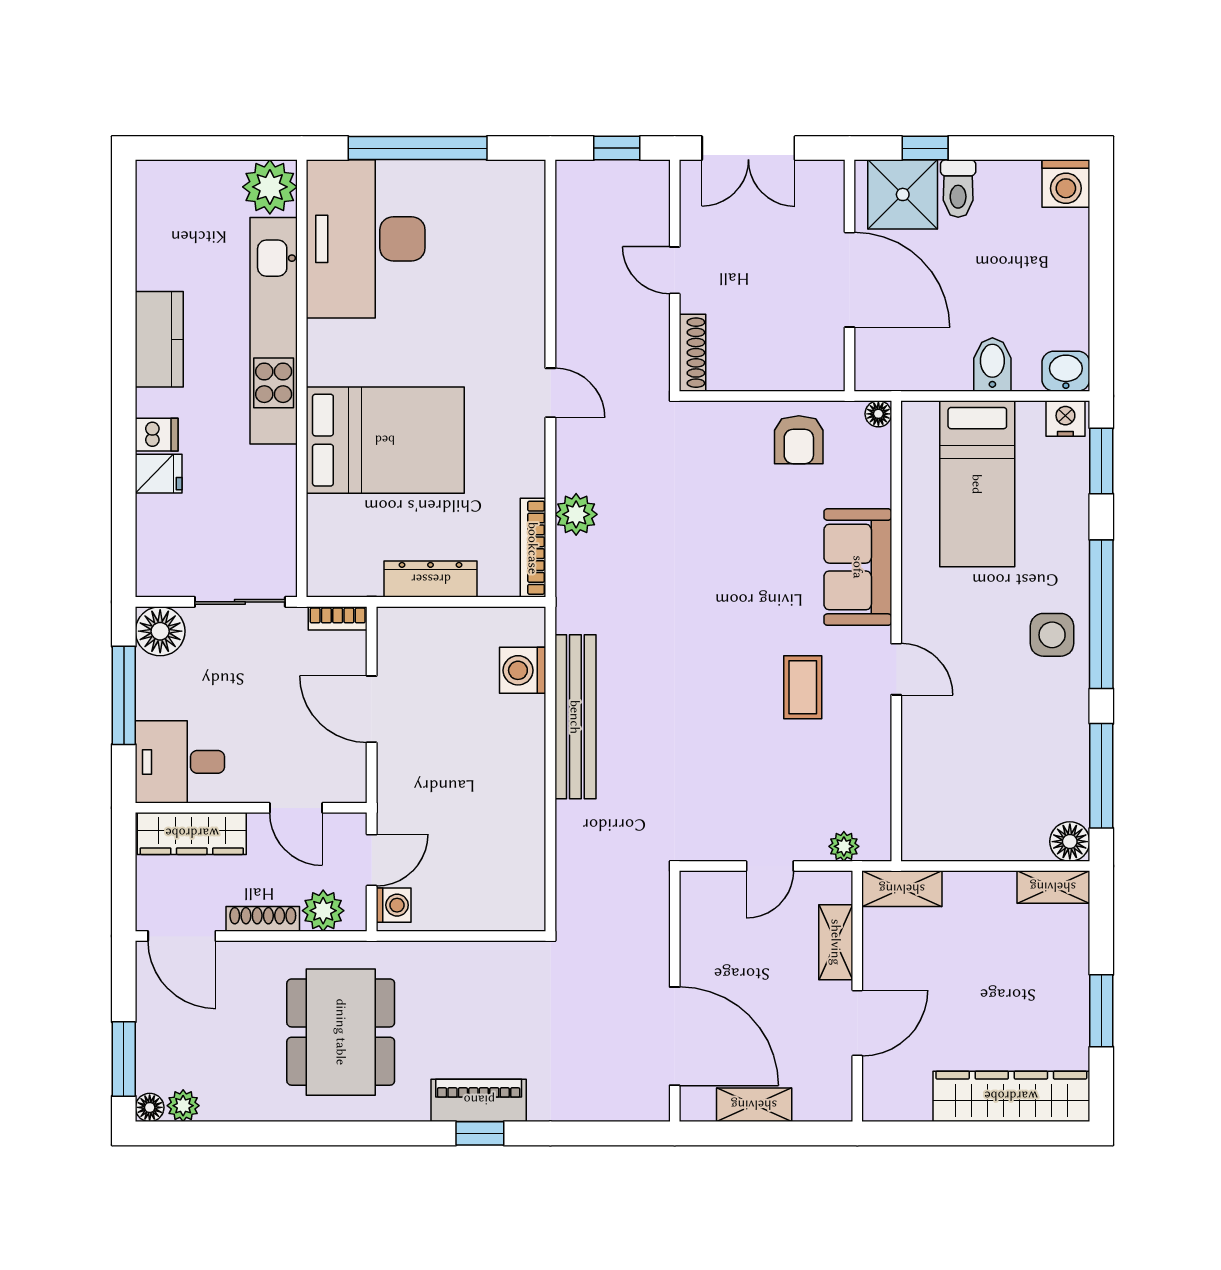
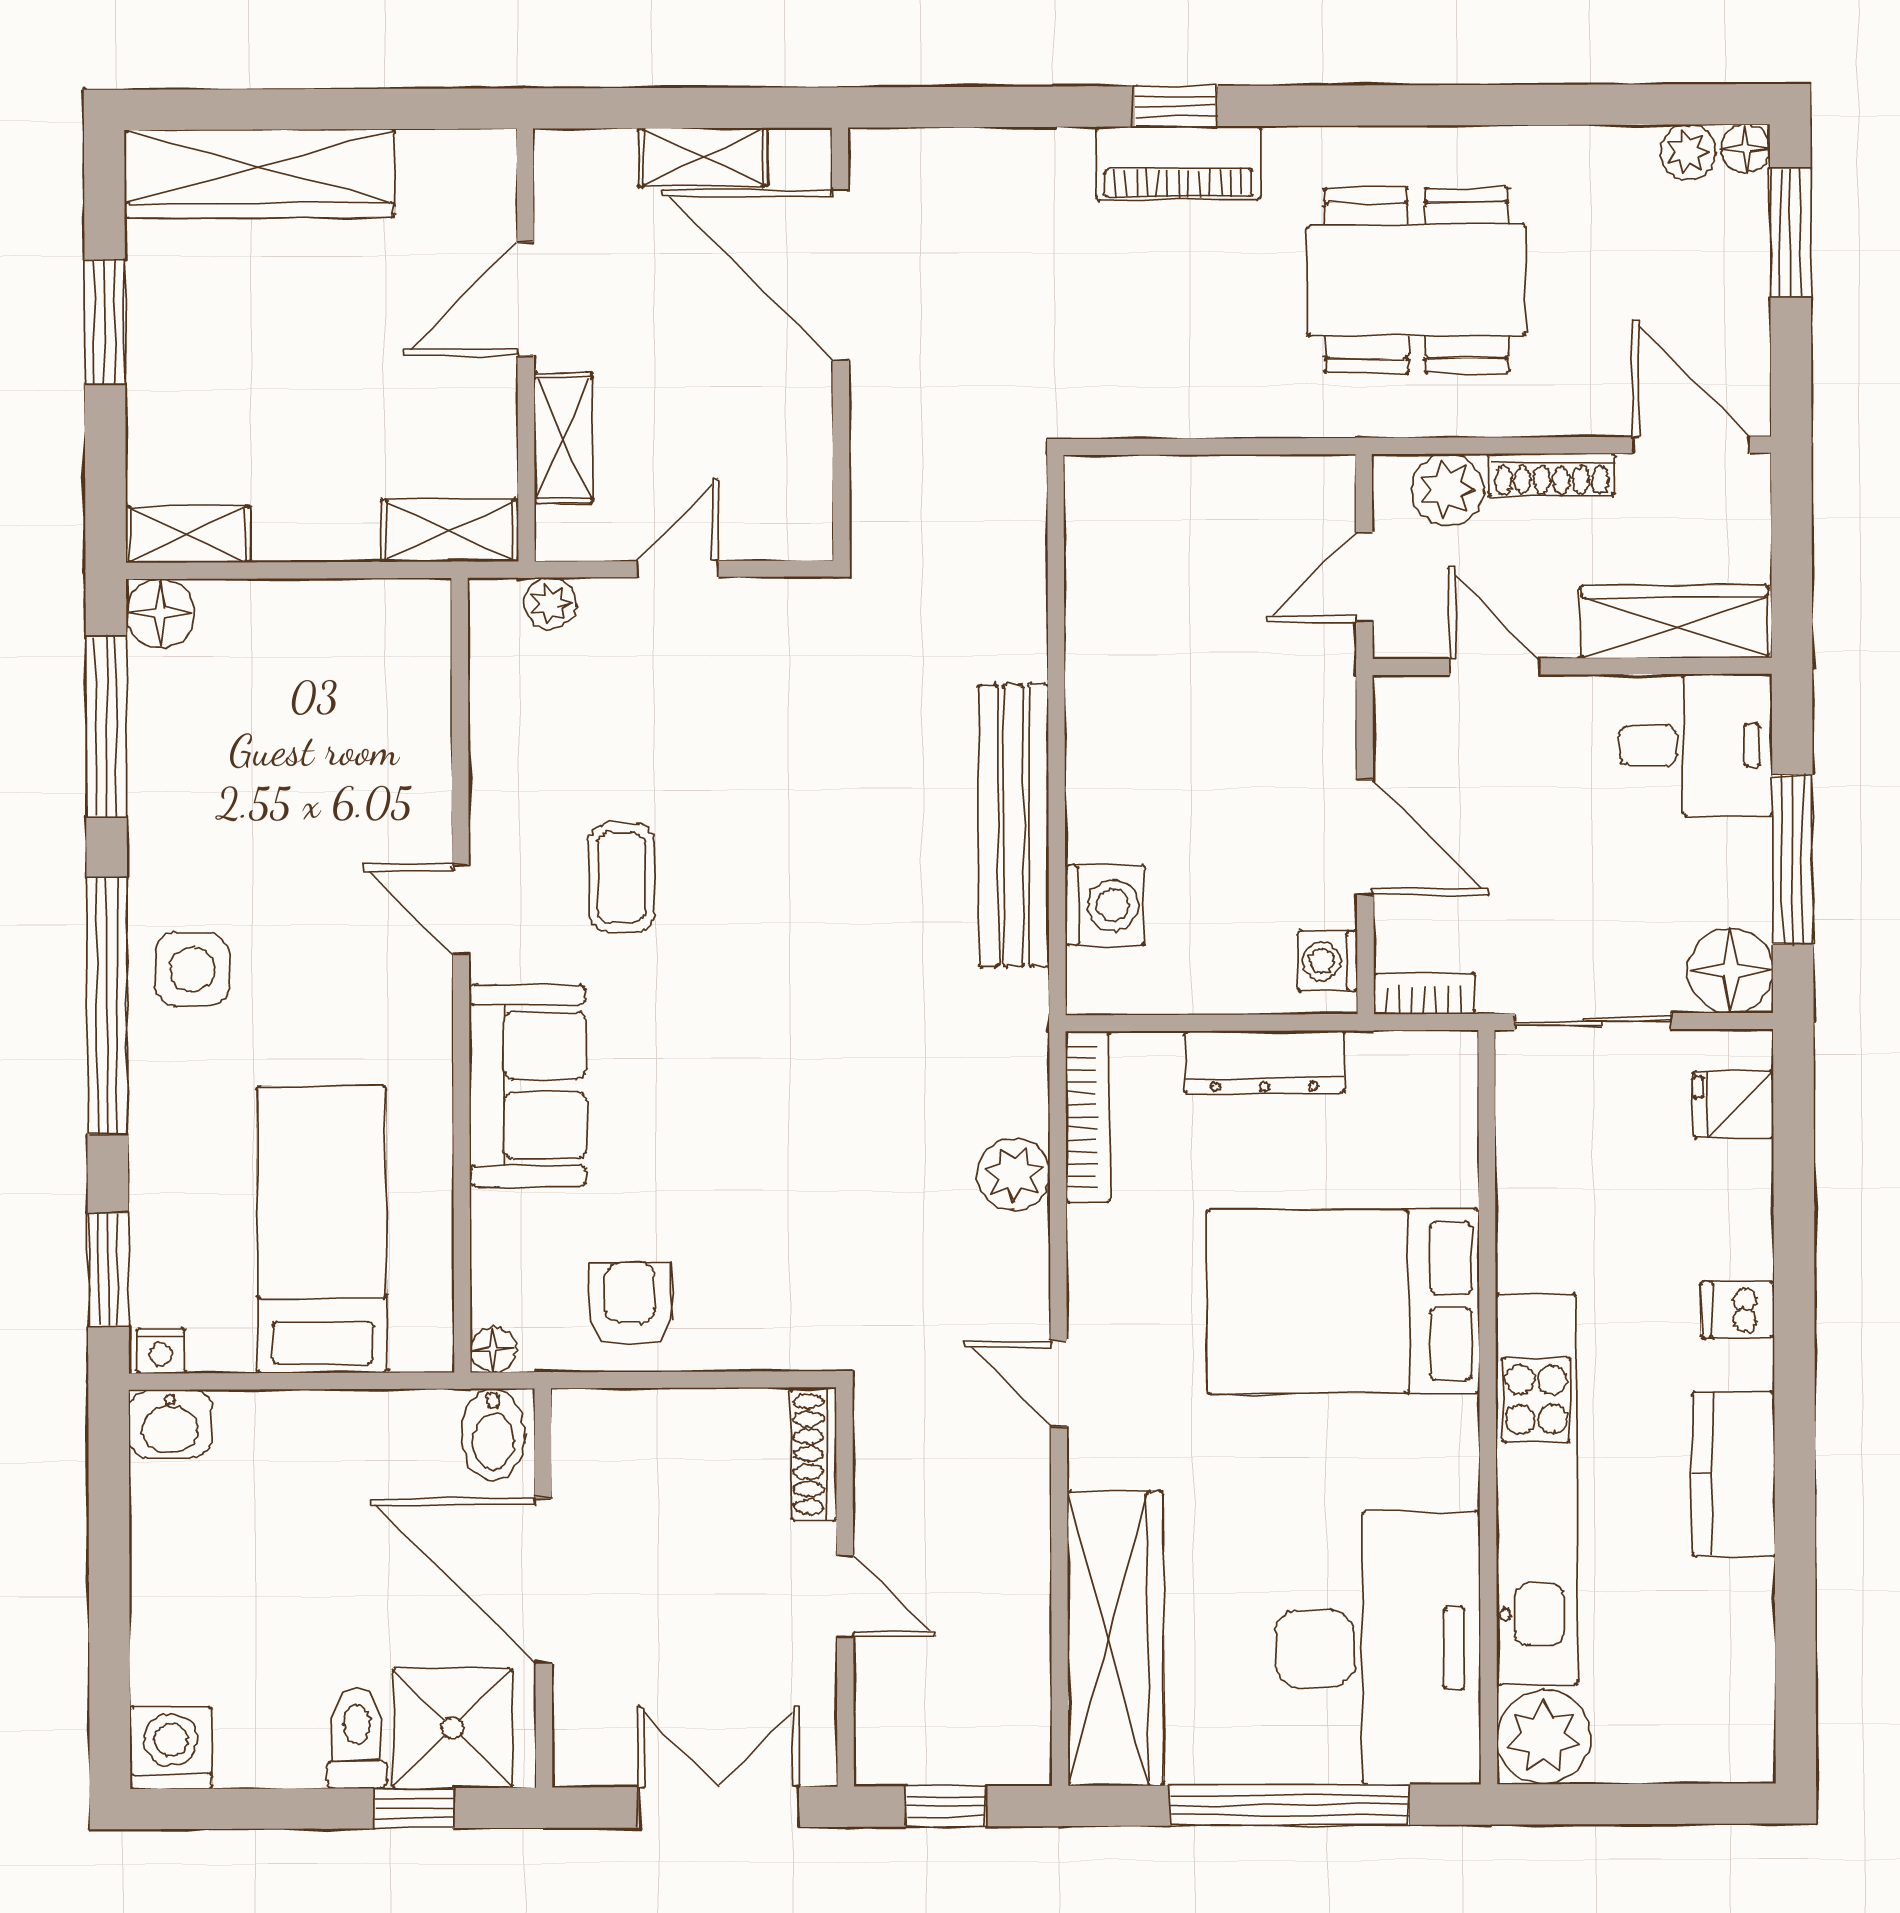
wardrobe: (518, 245) -> (1115, 1638), added
bidet: (992, 365) -> (493, 1435), moved
nightstand: (1065, 418) -> (161, 1351), width x0.72, depth x0.74
fridge: (159, 474) -> (1733, 1104), moved
washing machine: (394, 905) -> (1328, 961), moved
dining table: (341, 1032) -> (1417, 280), turned 90

